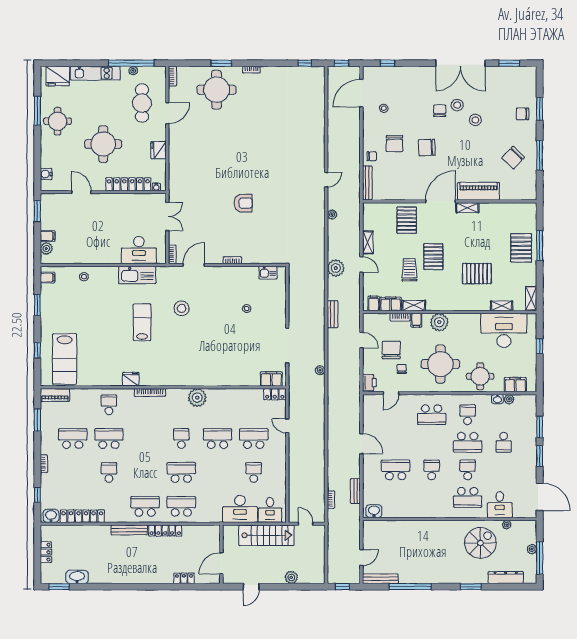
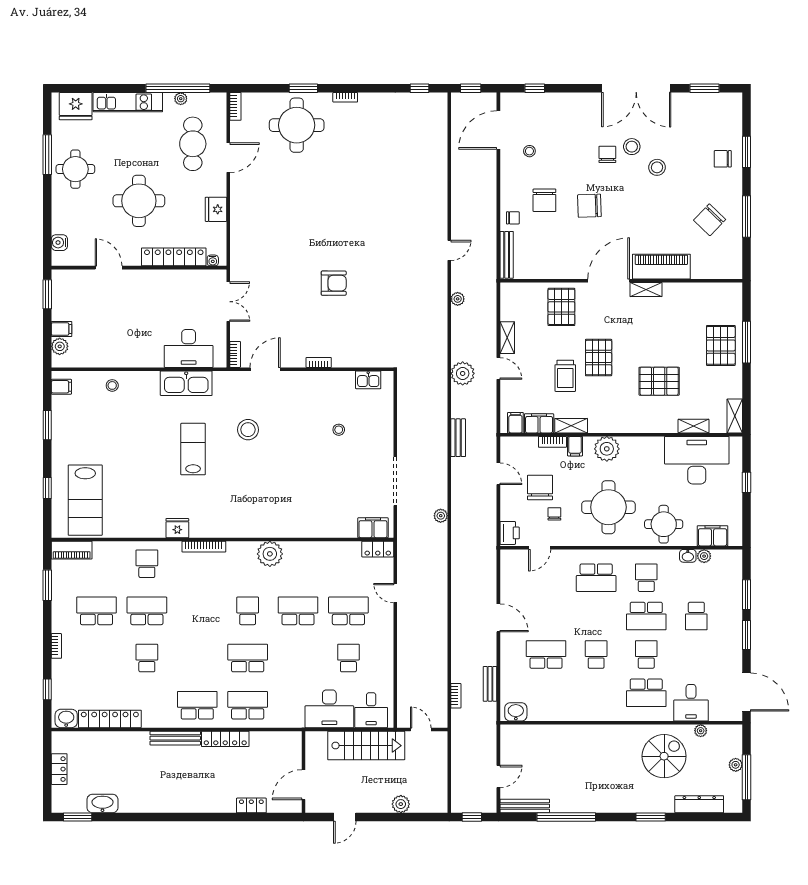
trolley: (409, 270) -> (565, 376), turned 180

